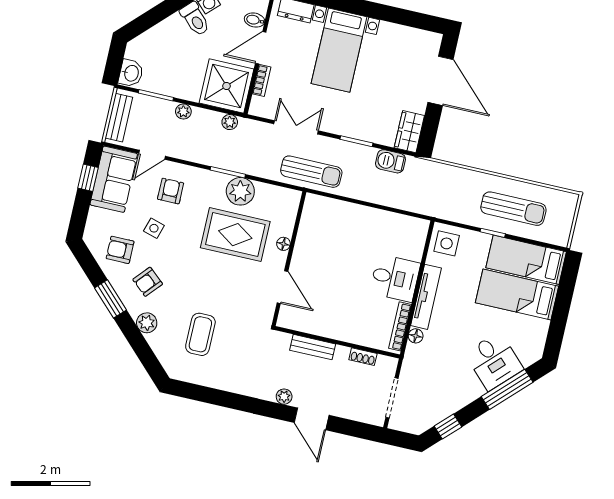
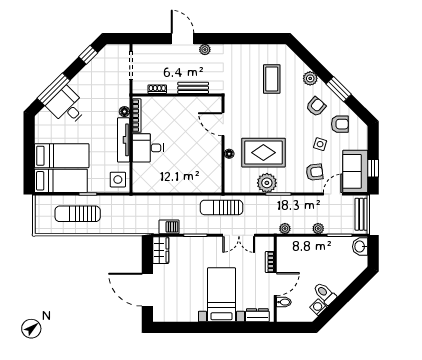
shower: (227, 86) -> (293, 253), removed
armchair: (171, 191) -> (315, 172), turned -97

